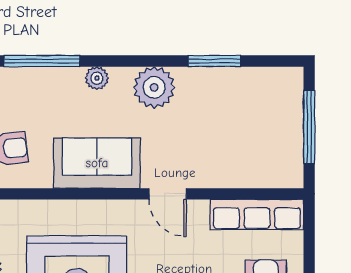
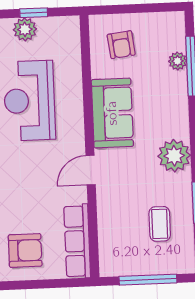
plant: (97, 78) -> (178, 61), moved
coffee table: (239, 109) -> (160, 224), added

